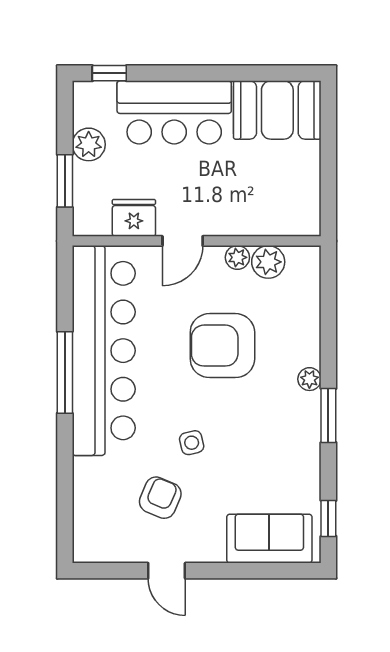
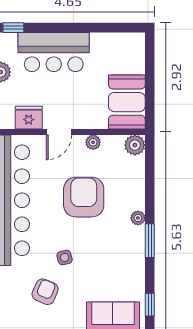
booth: (277, 110) -> (127, 102), moved, turned 90
plant: (268, 262) -> (135, 145), moved
armchair: (222, 346) -> (84, 197), turned 90

